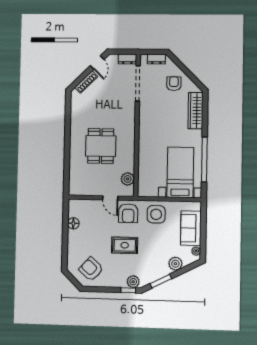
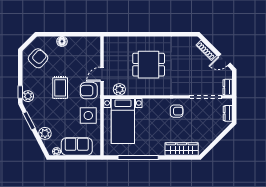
armchair: (174, 84) -> (177, 111), moved
bed with nightstands: (180, 172) -> (123, 121), moved, turned 90
floor lamp: (73, 223) -> (62, 41), moved

